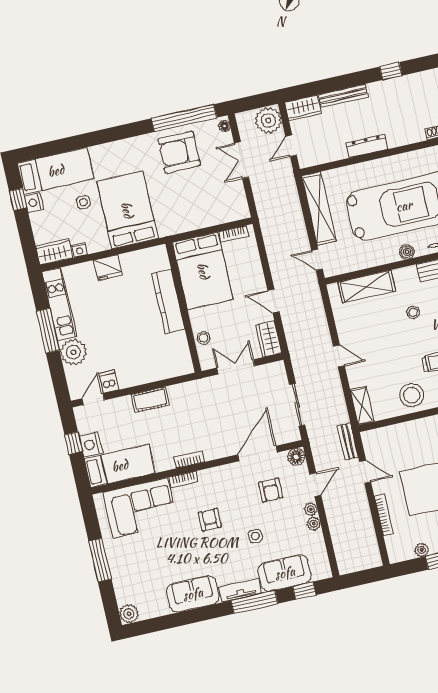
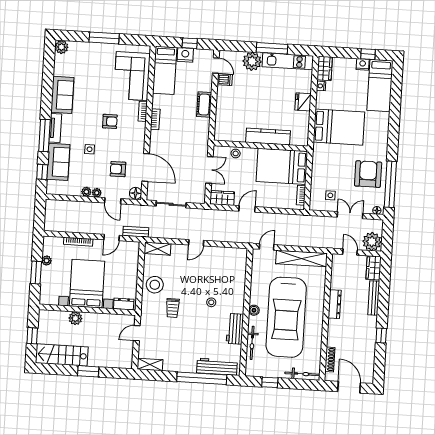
side table: (83, 202) -> (330, 195), moved
shelving: (367, 287) -> (238, 276), removed

